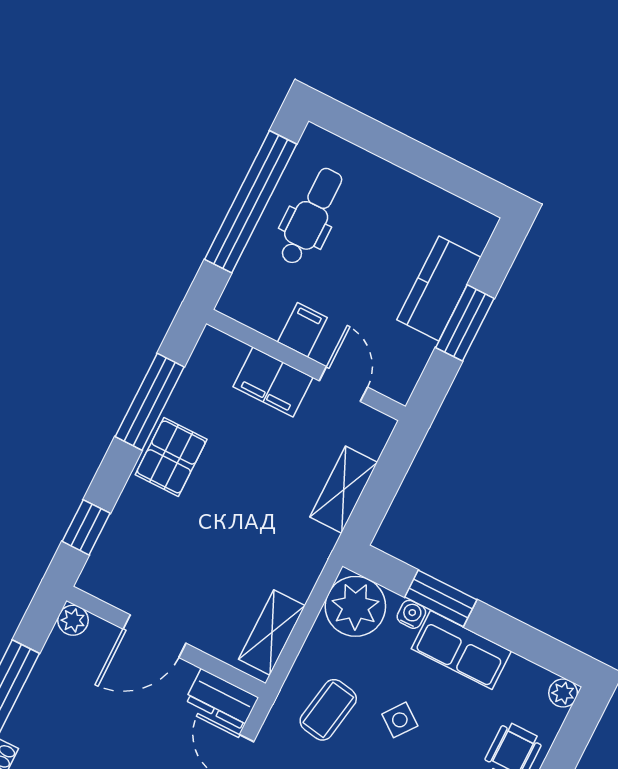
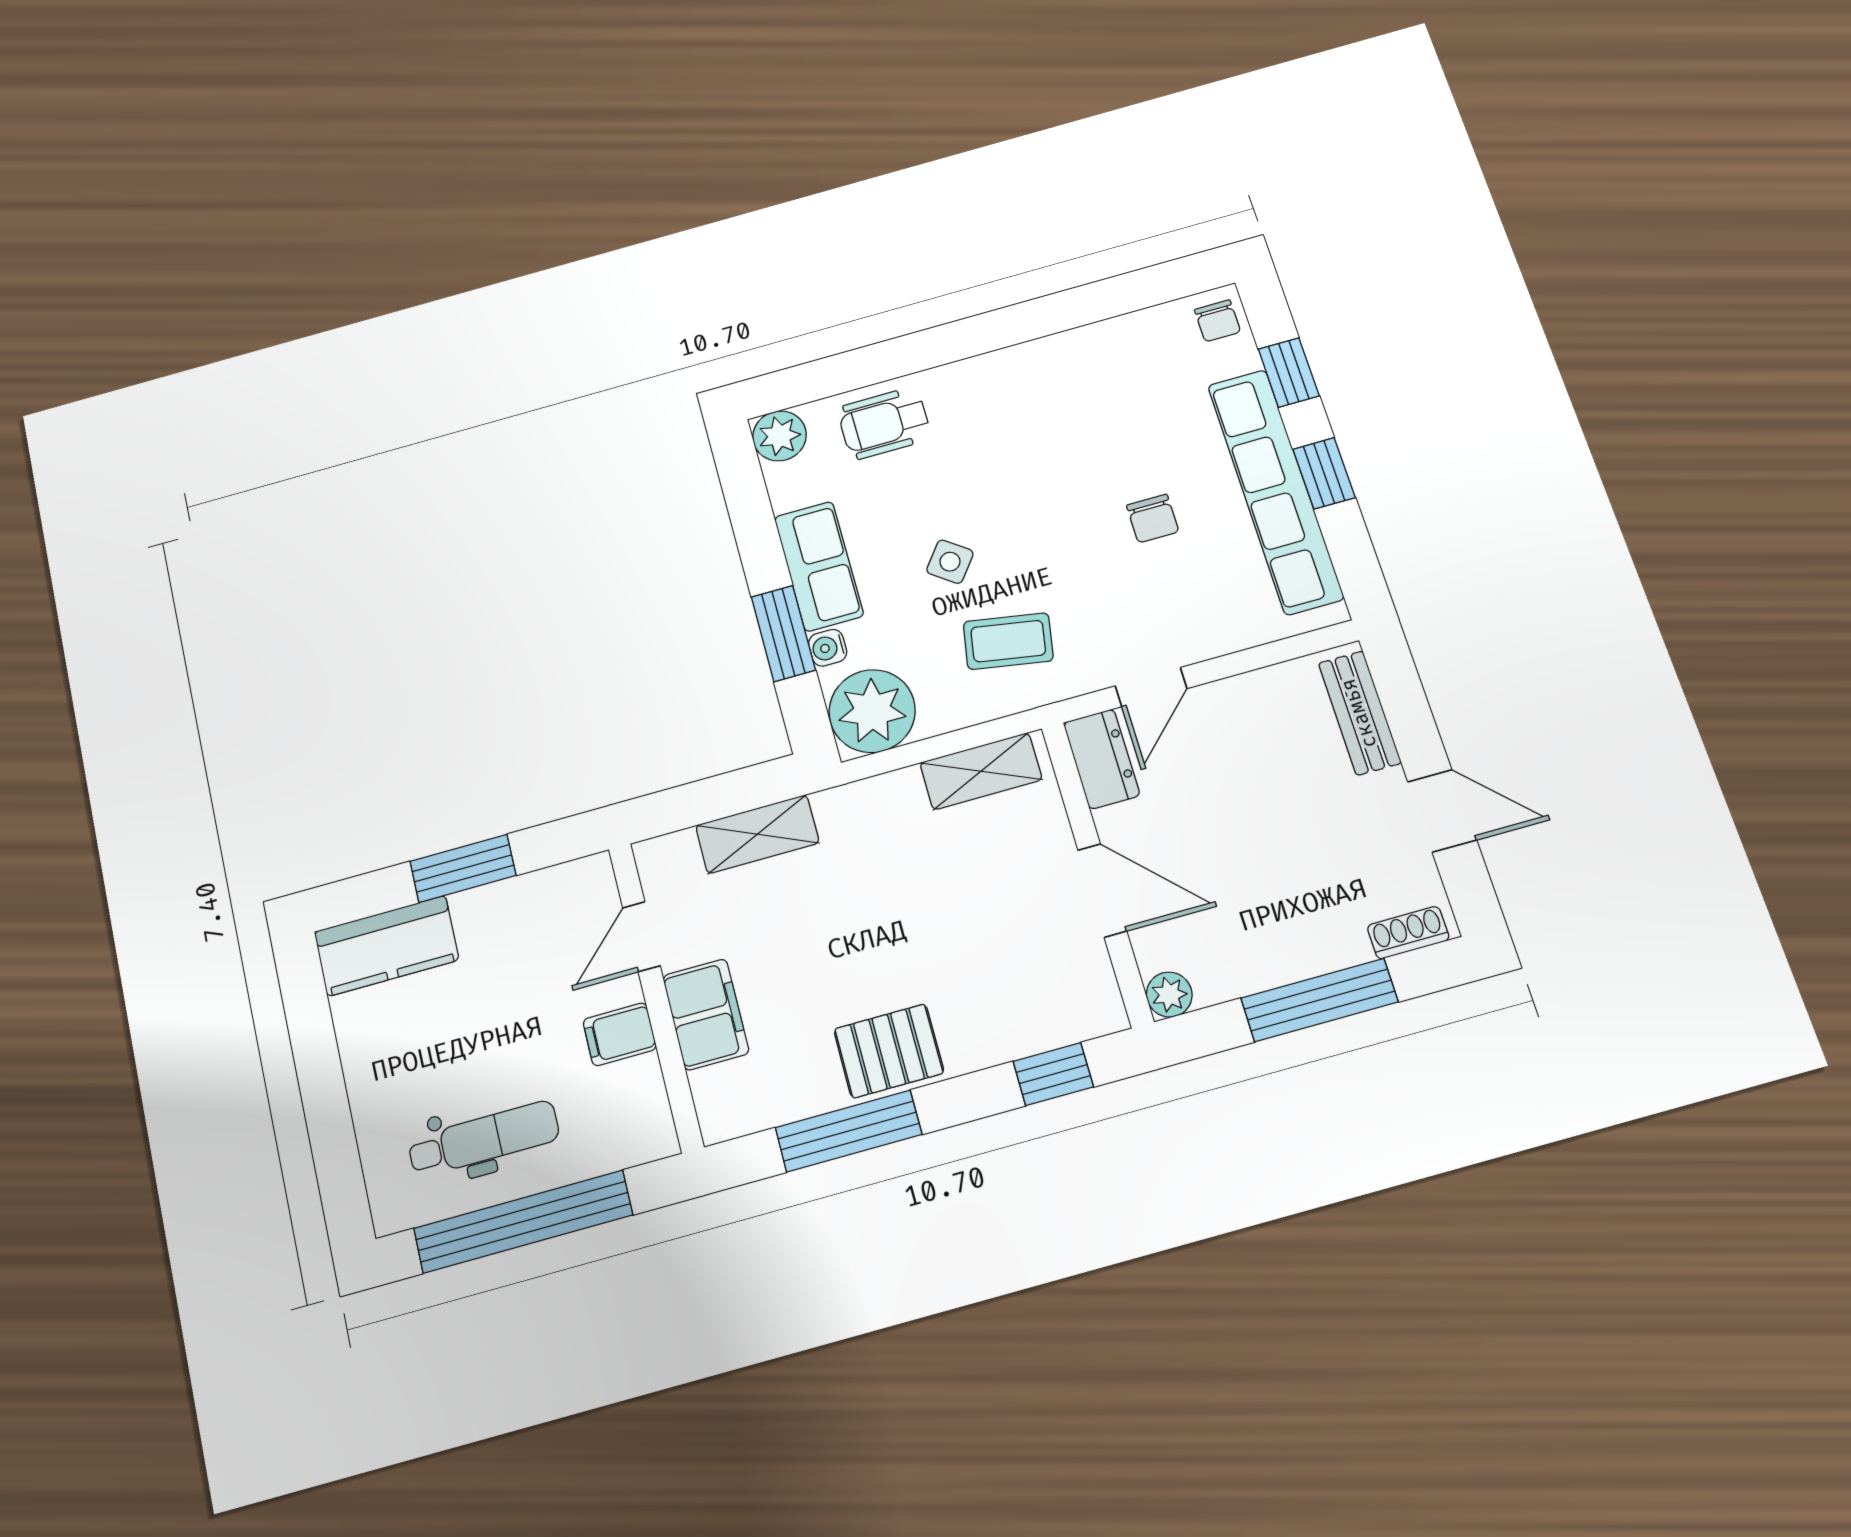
dental chair: (311, 216) -> (484, 1139), turned 180
kitchen counter: (439, 288) -> (386, 946), moved
plant: (563, 693) -> (779, 436), width x1.38, depth x1.38

